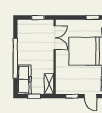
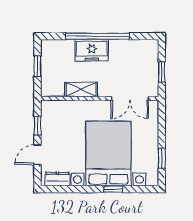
freezer: (24, 79) -> (92, 50), moved, width x0.71
shelving: (49, 84) -> (81, 89), moved

